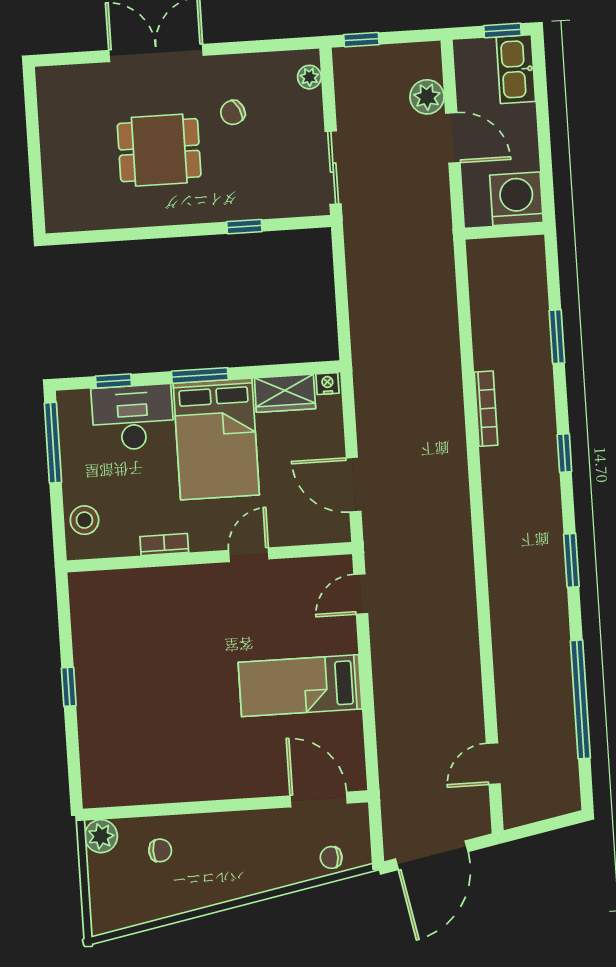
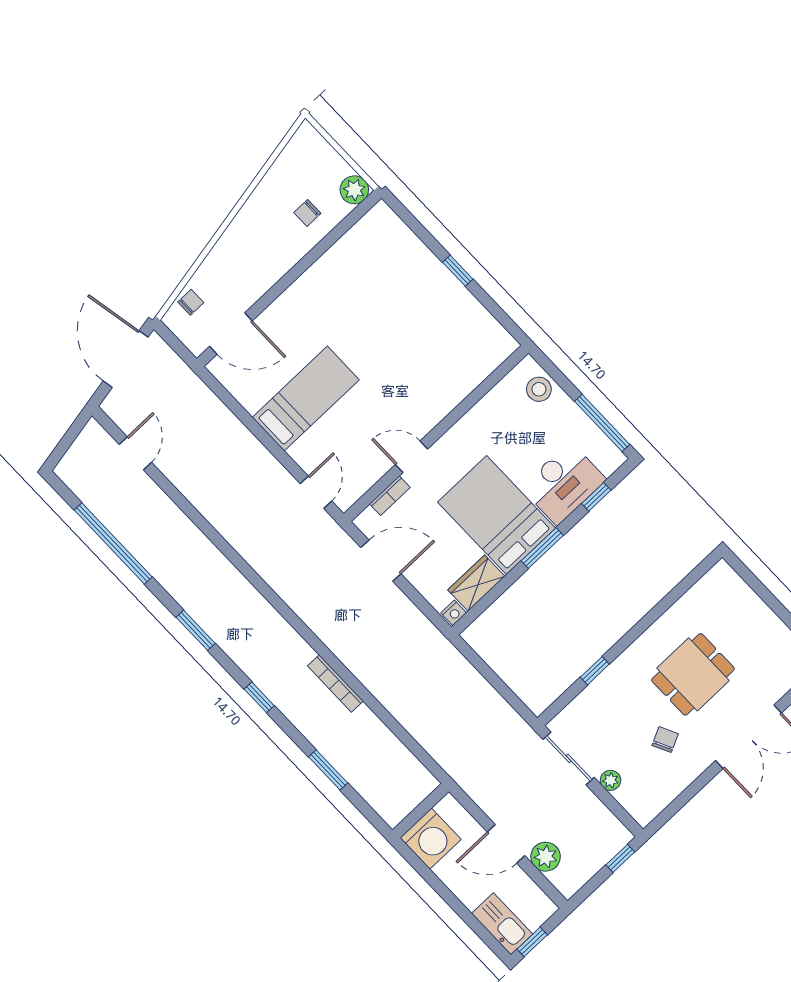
plant: (309, 77) -> (611, 780), moved
bookcase: (164, 545) -> (390, 496), moved
door: (249, 555) -> (411, 457), swing flipped

